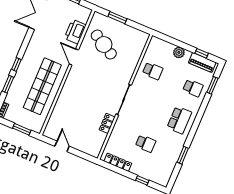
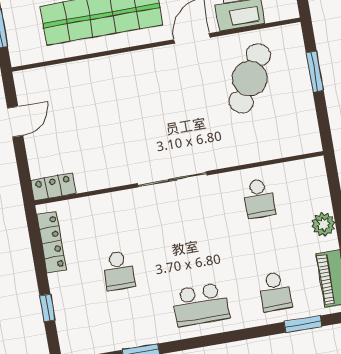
locker: (107, 123) -> (53, 187), moved

